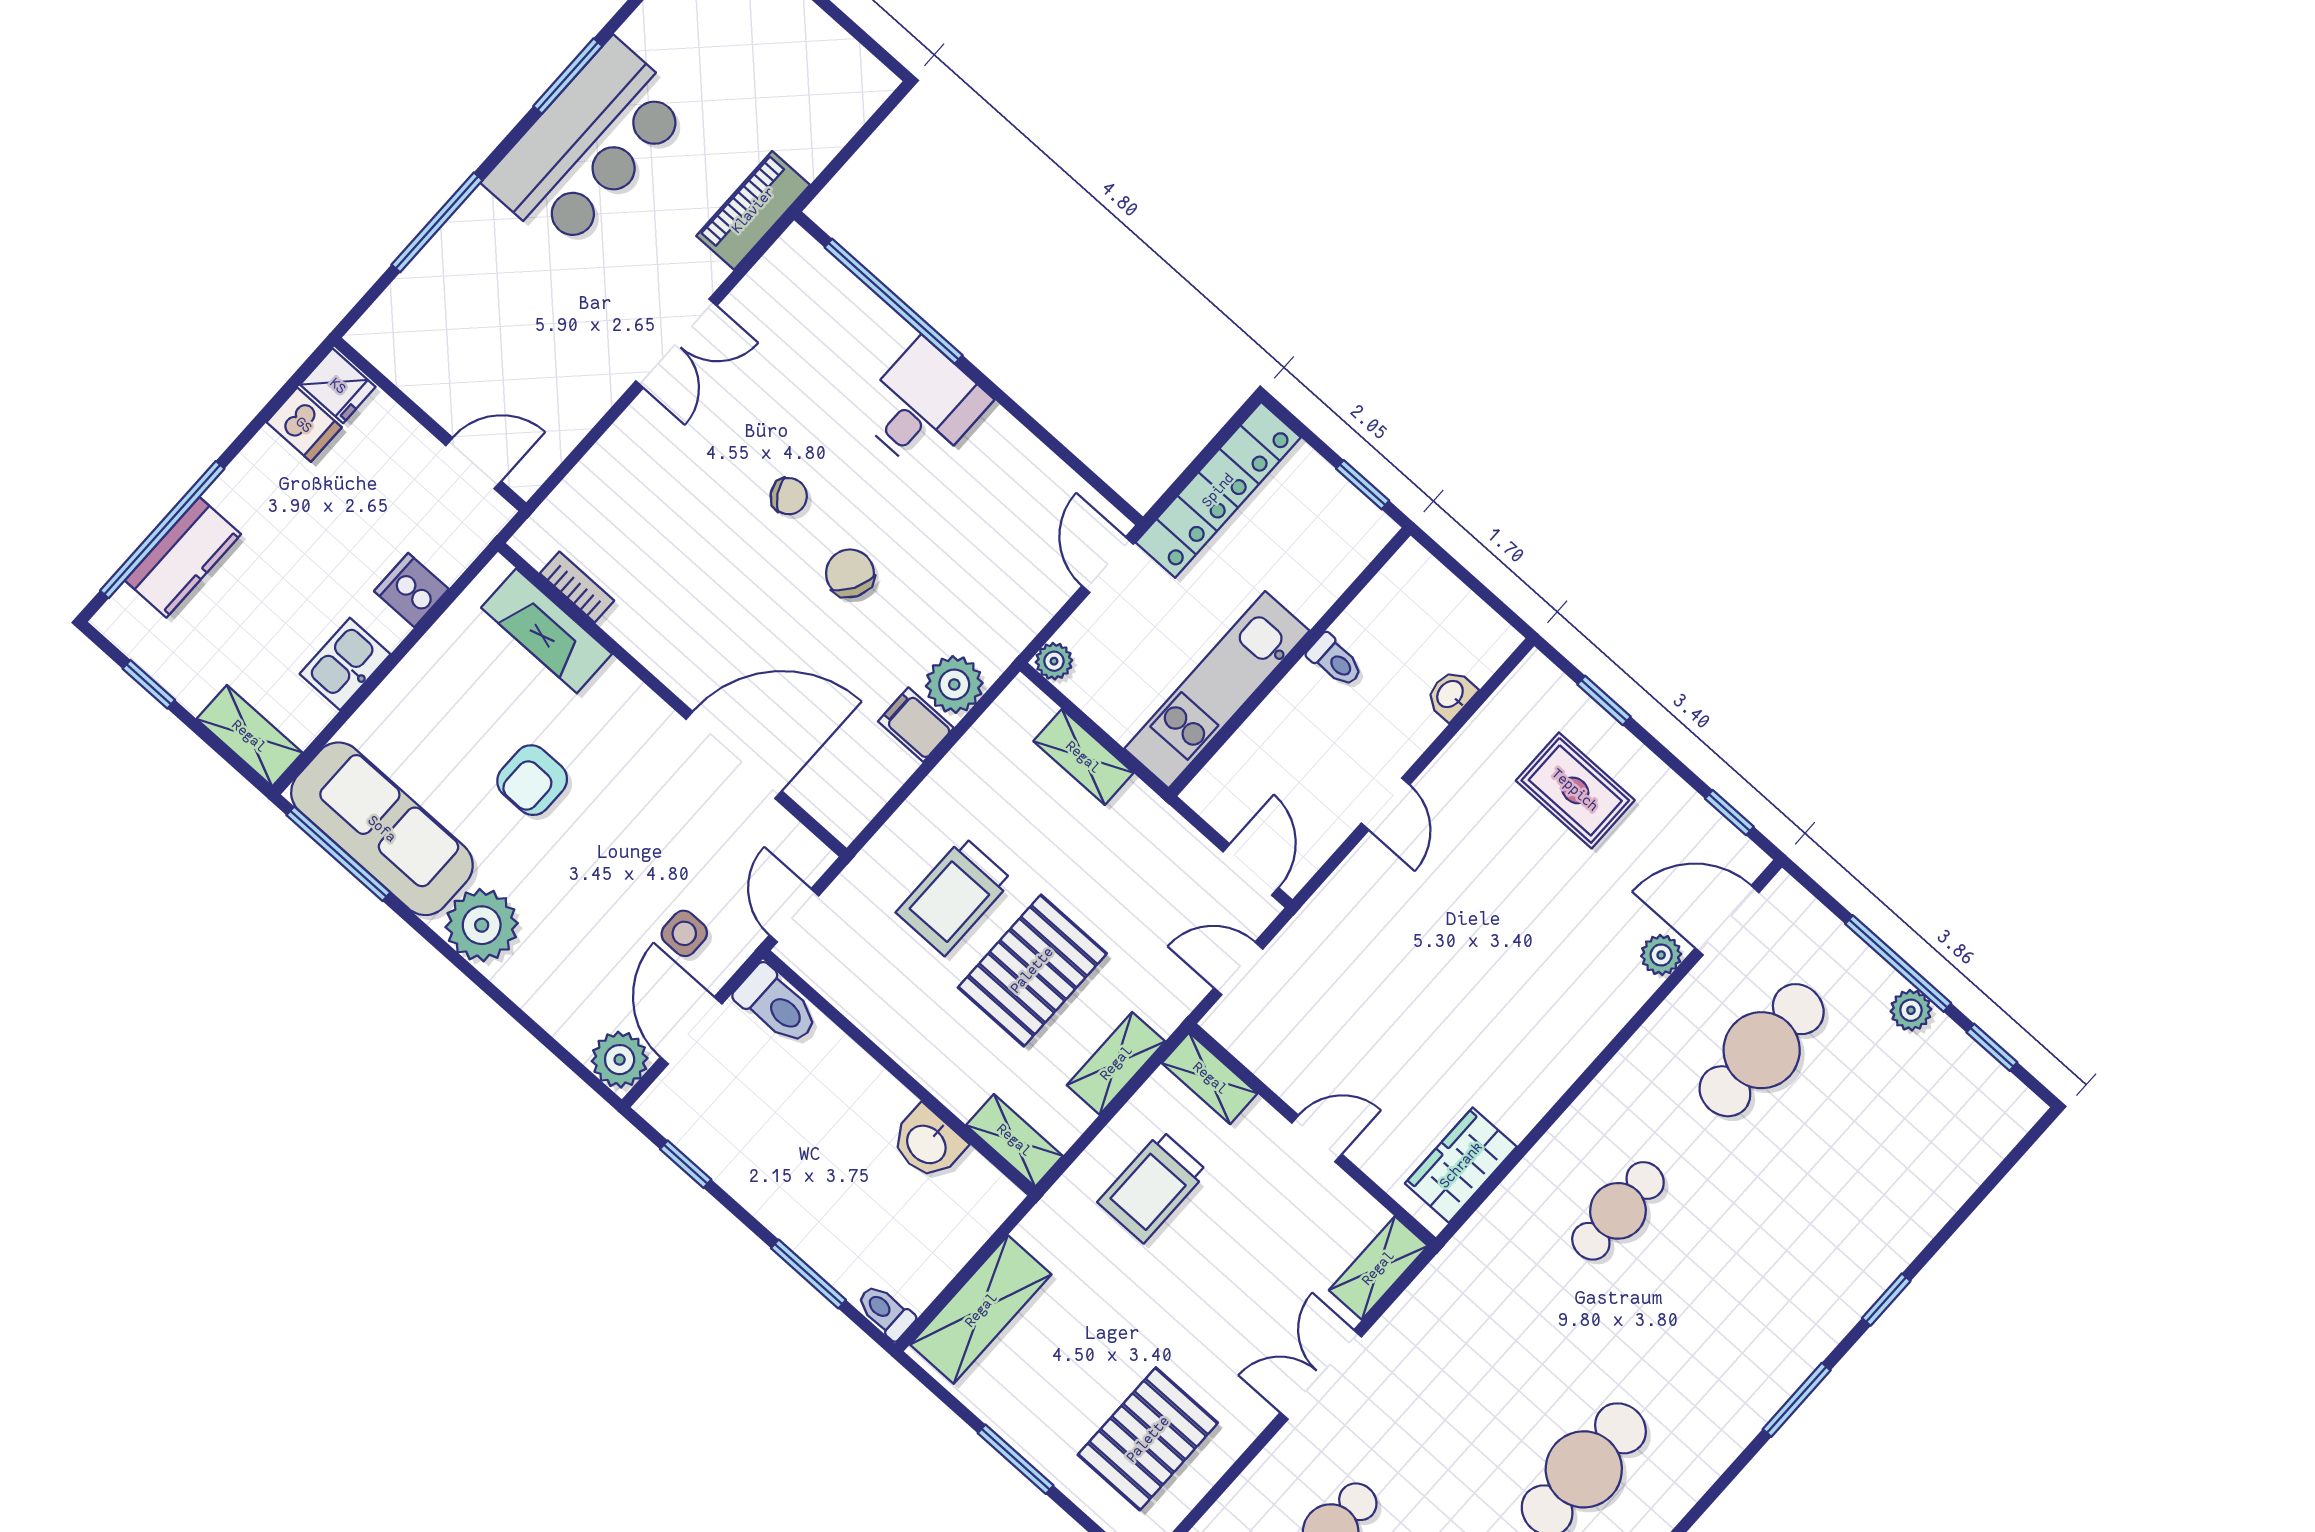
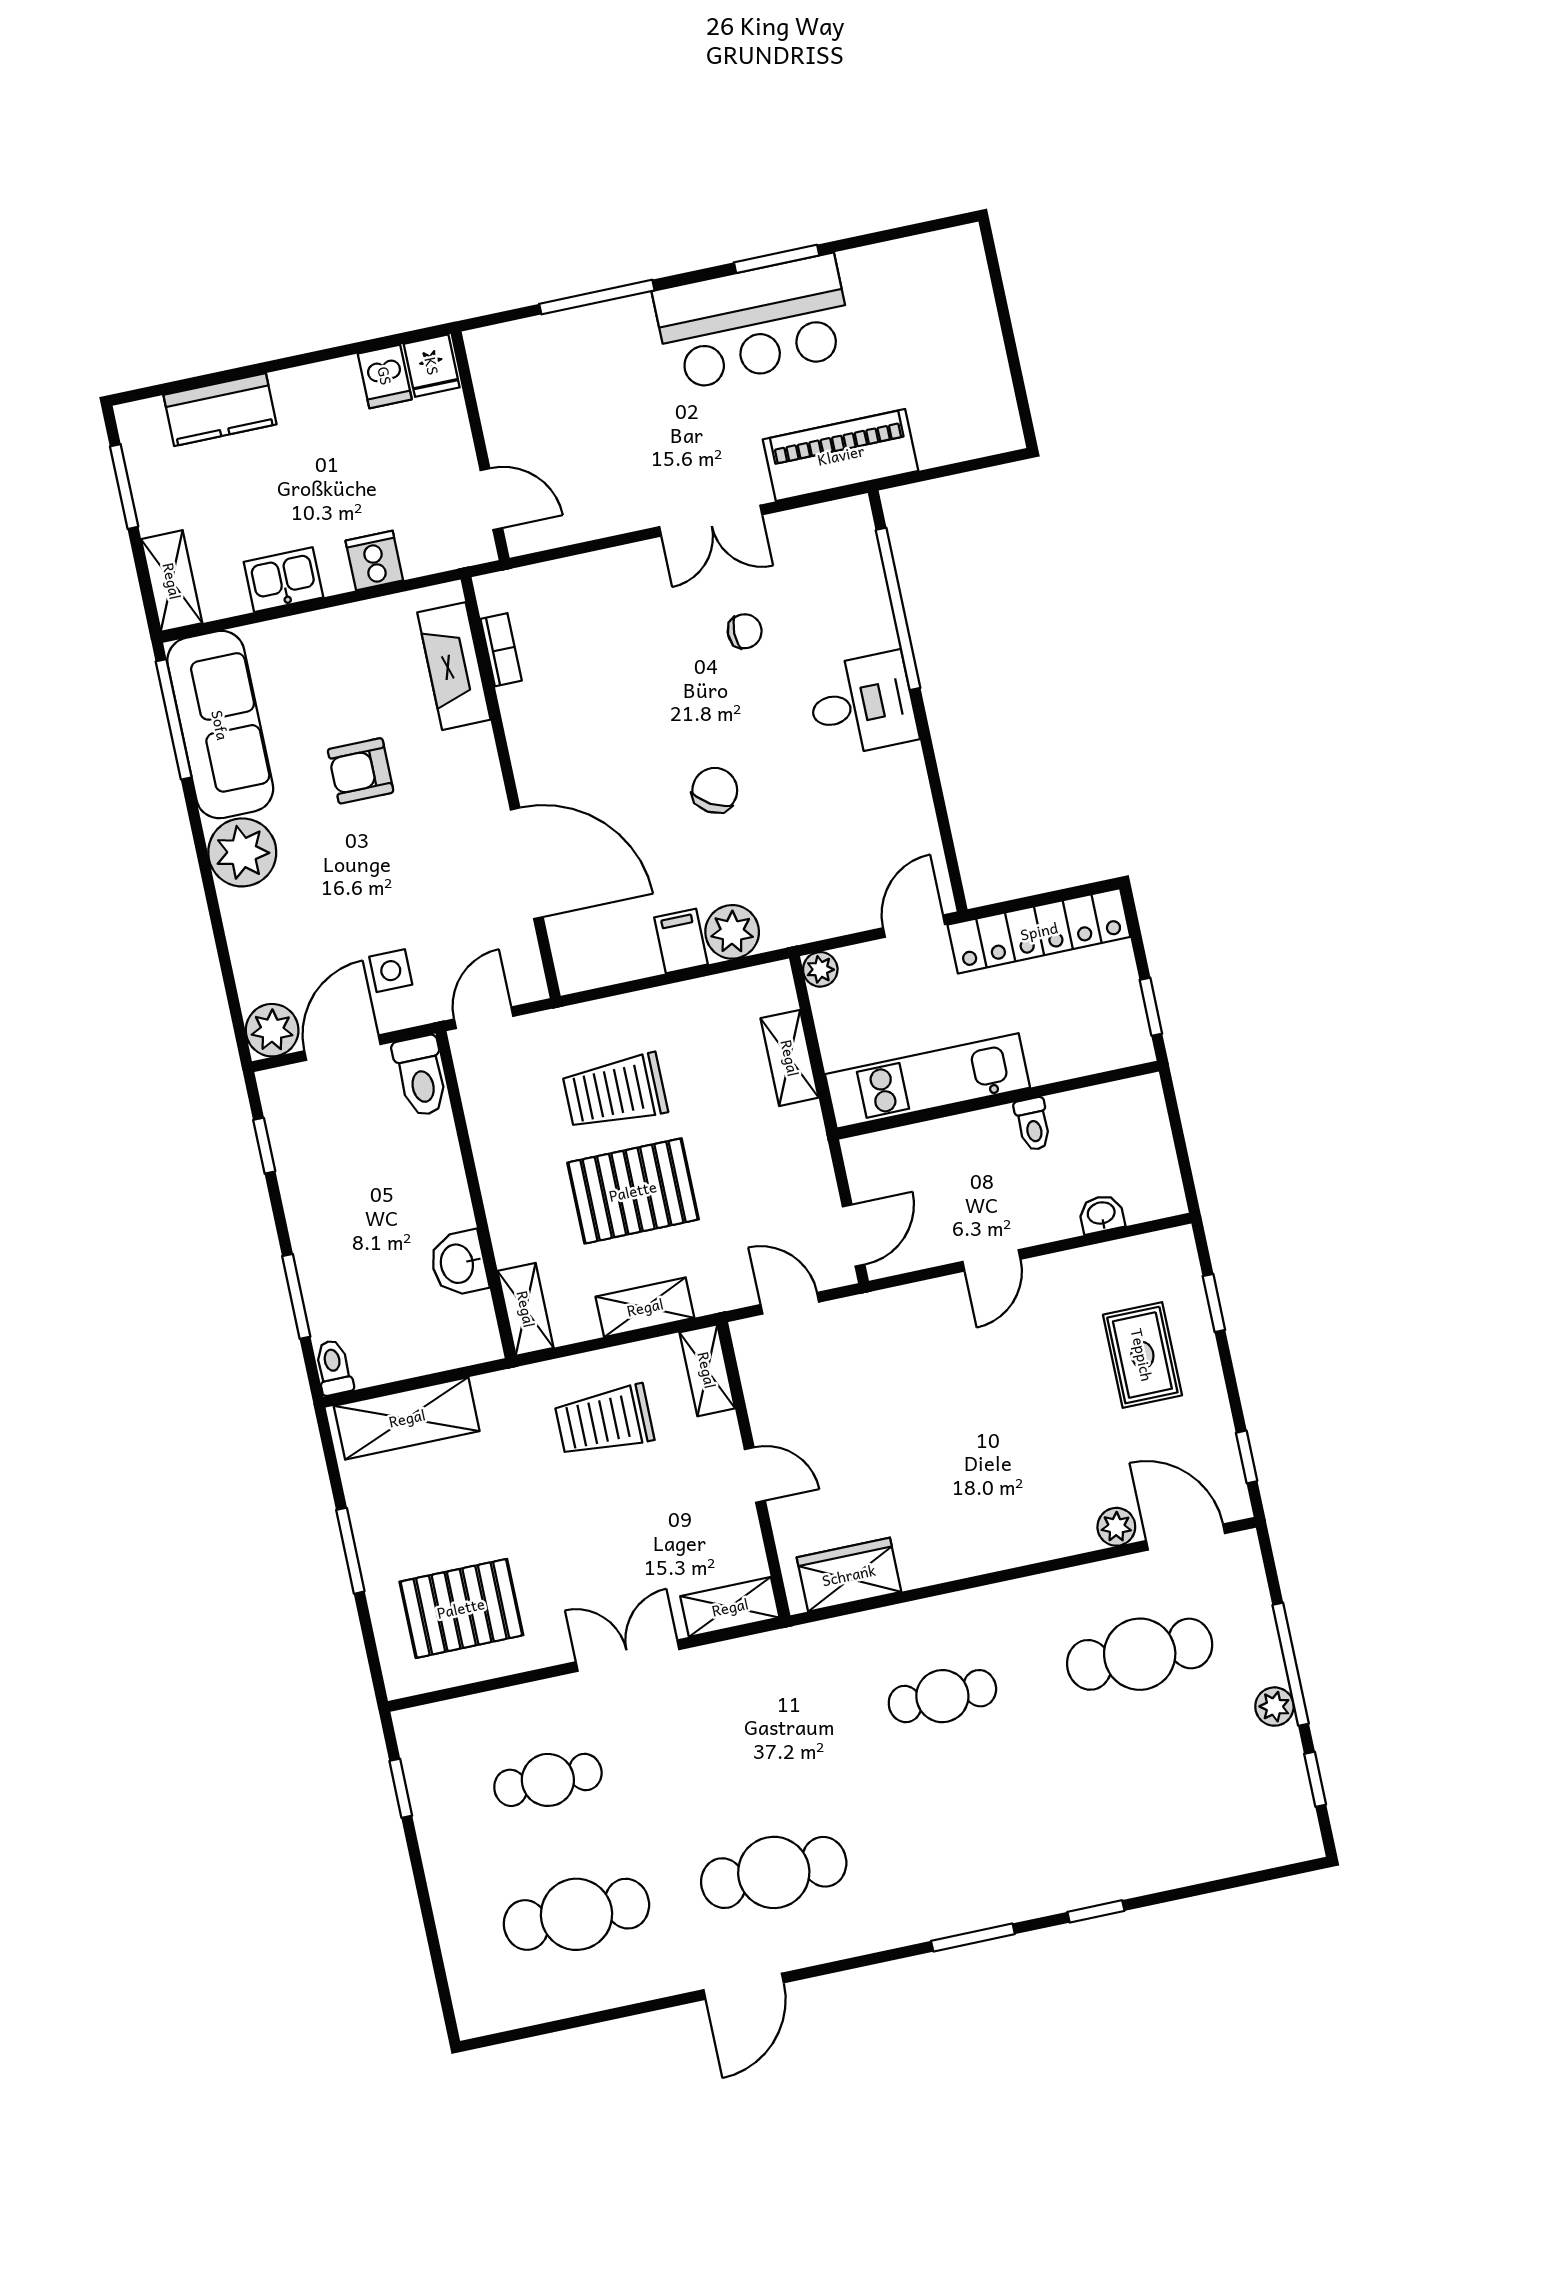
piano: (753, 210) -> (841, 455), width x1.37, depth x1.33
chair: (789, 496) -> (745, 631), moved, turned -59
window: (162, 530) -> (220, 377), removed
window: (149, 684) -> (124, 487), width x1.50

